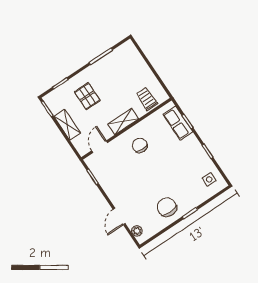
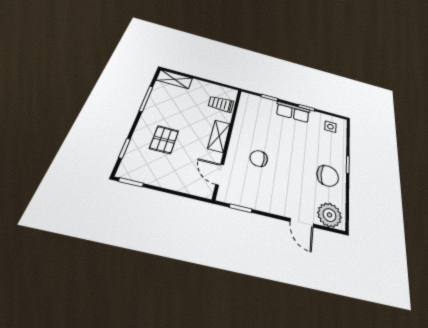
pallet: (87, 96) -> (164, 140), turned 90
row of seats: (178, 123) -> (293, 112), moved
shelving: (67, 125) -> (174, 79), moved
chair: (140, 145) -> (259, 158), moved
chair: (167, 207) -> (328, 176), turned 180
plant: (137, 231) -> (329, 215), width x1.88, depth x1.88

